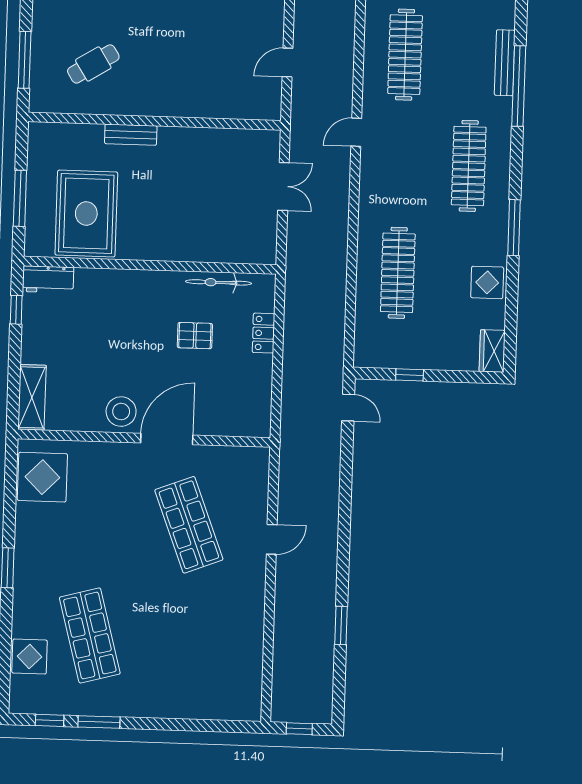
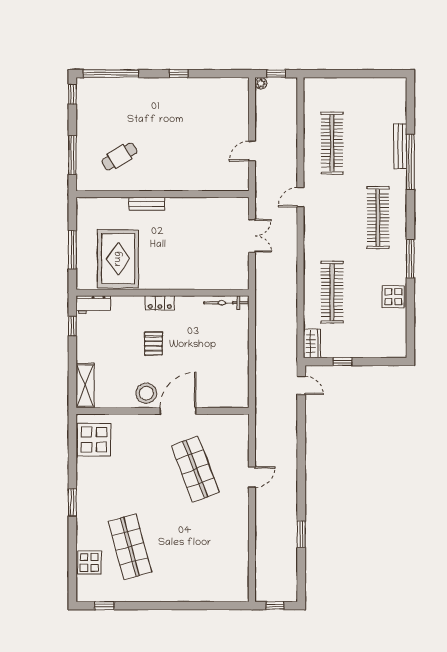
bicycle: (218, 282) -> (226, 303), moved
locker: (263, 333) -> (160, 303), moved, turned -90
pallet: (195, 336) -> (153, 344), moved, turned 90
wardrobe: (492, 351) -> (312, 343), moved, turned 180
window: (99, 722) -> (138, 606), removed

